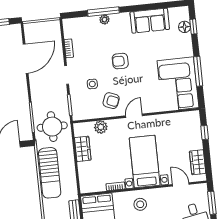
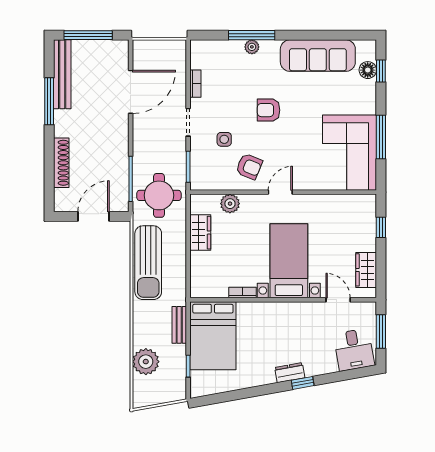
sofa: (150, 21) -> (318, 56), width x1.36
stool: (140, 204) -> (276, 323), removed

